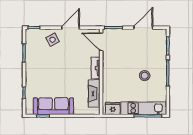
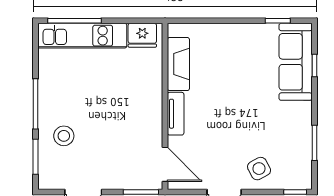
stool: (145, 76) -> (64, 136), moved
sofa: (53, 106) -> (296, 62), moved, turned 90

